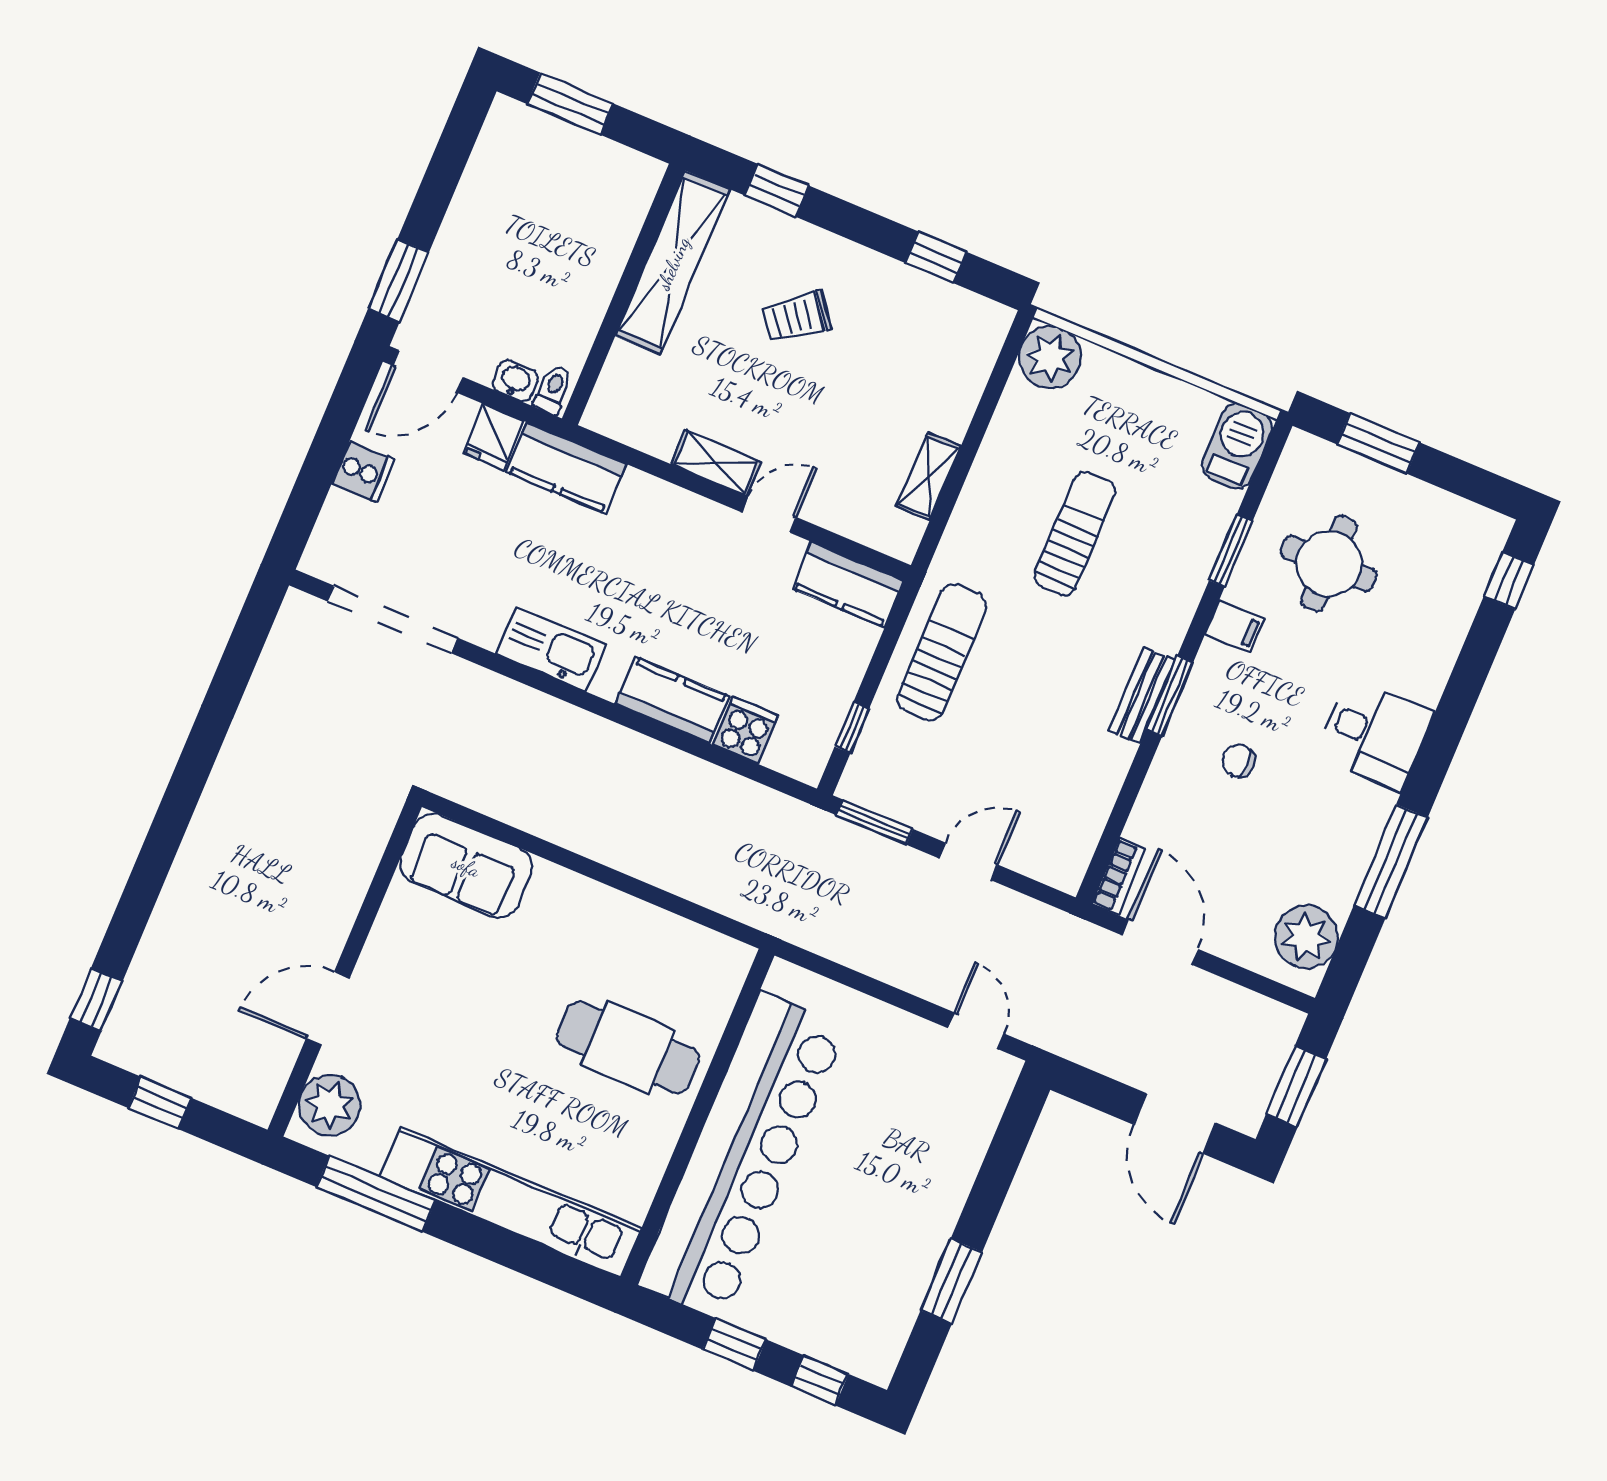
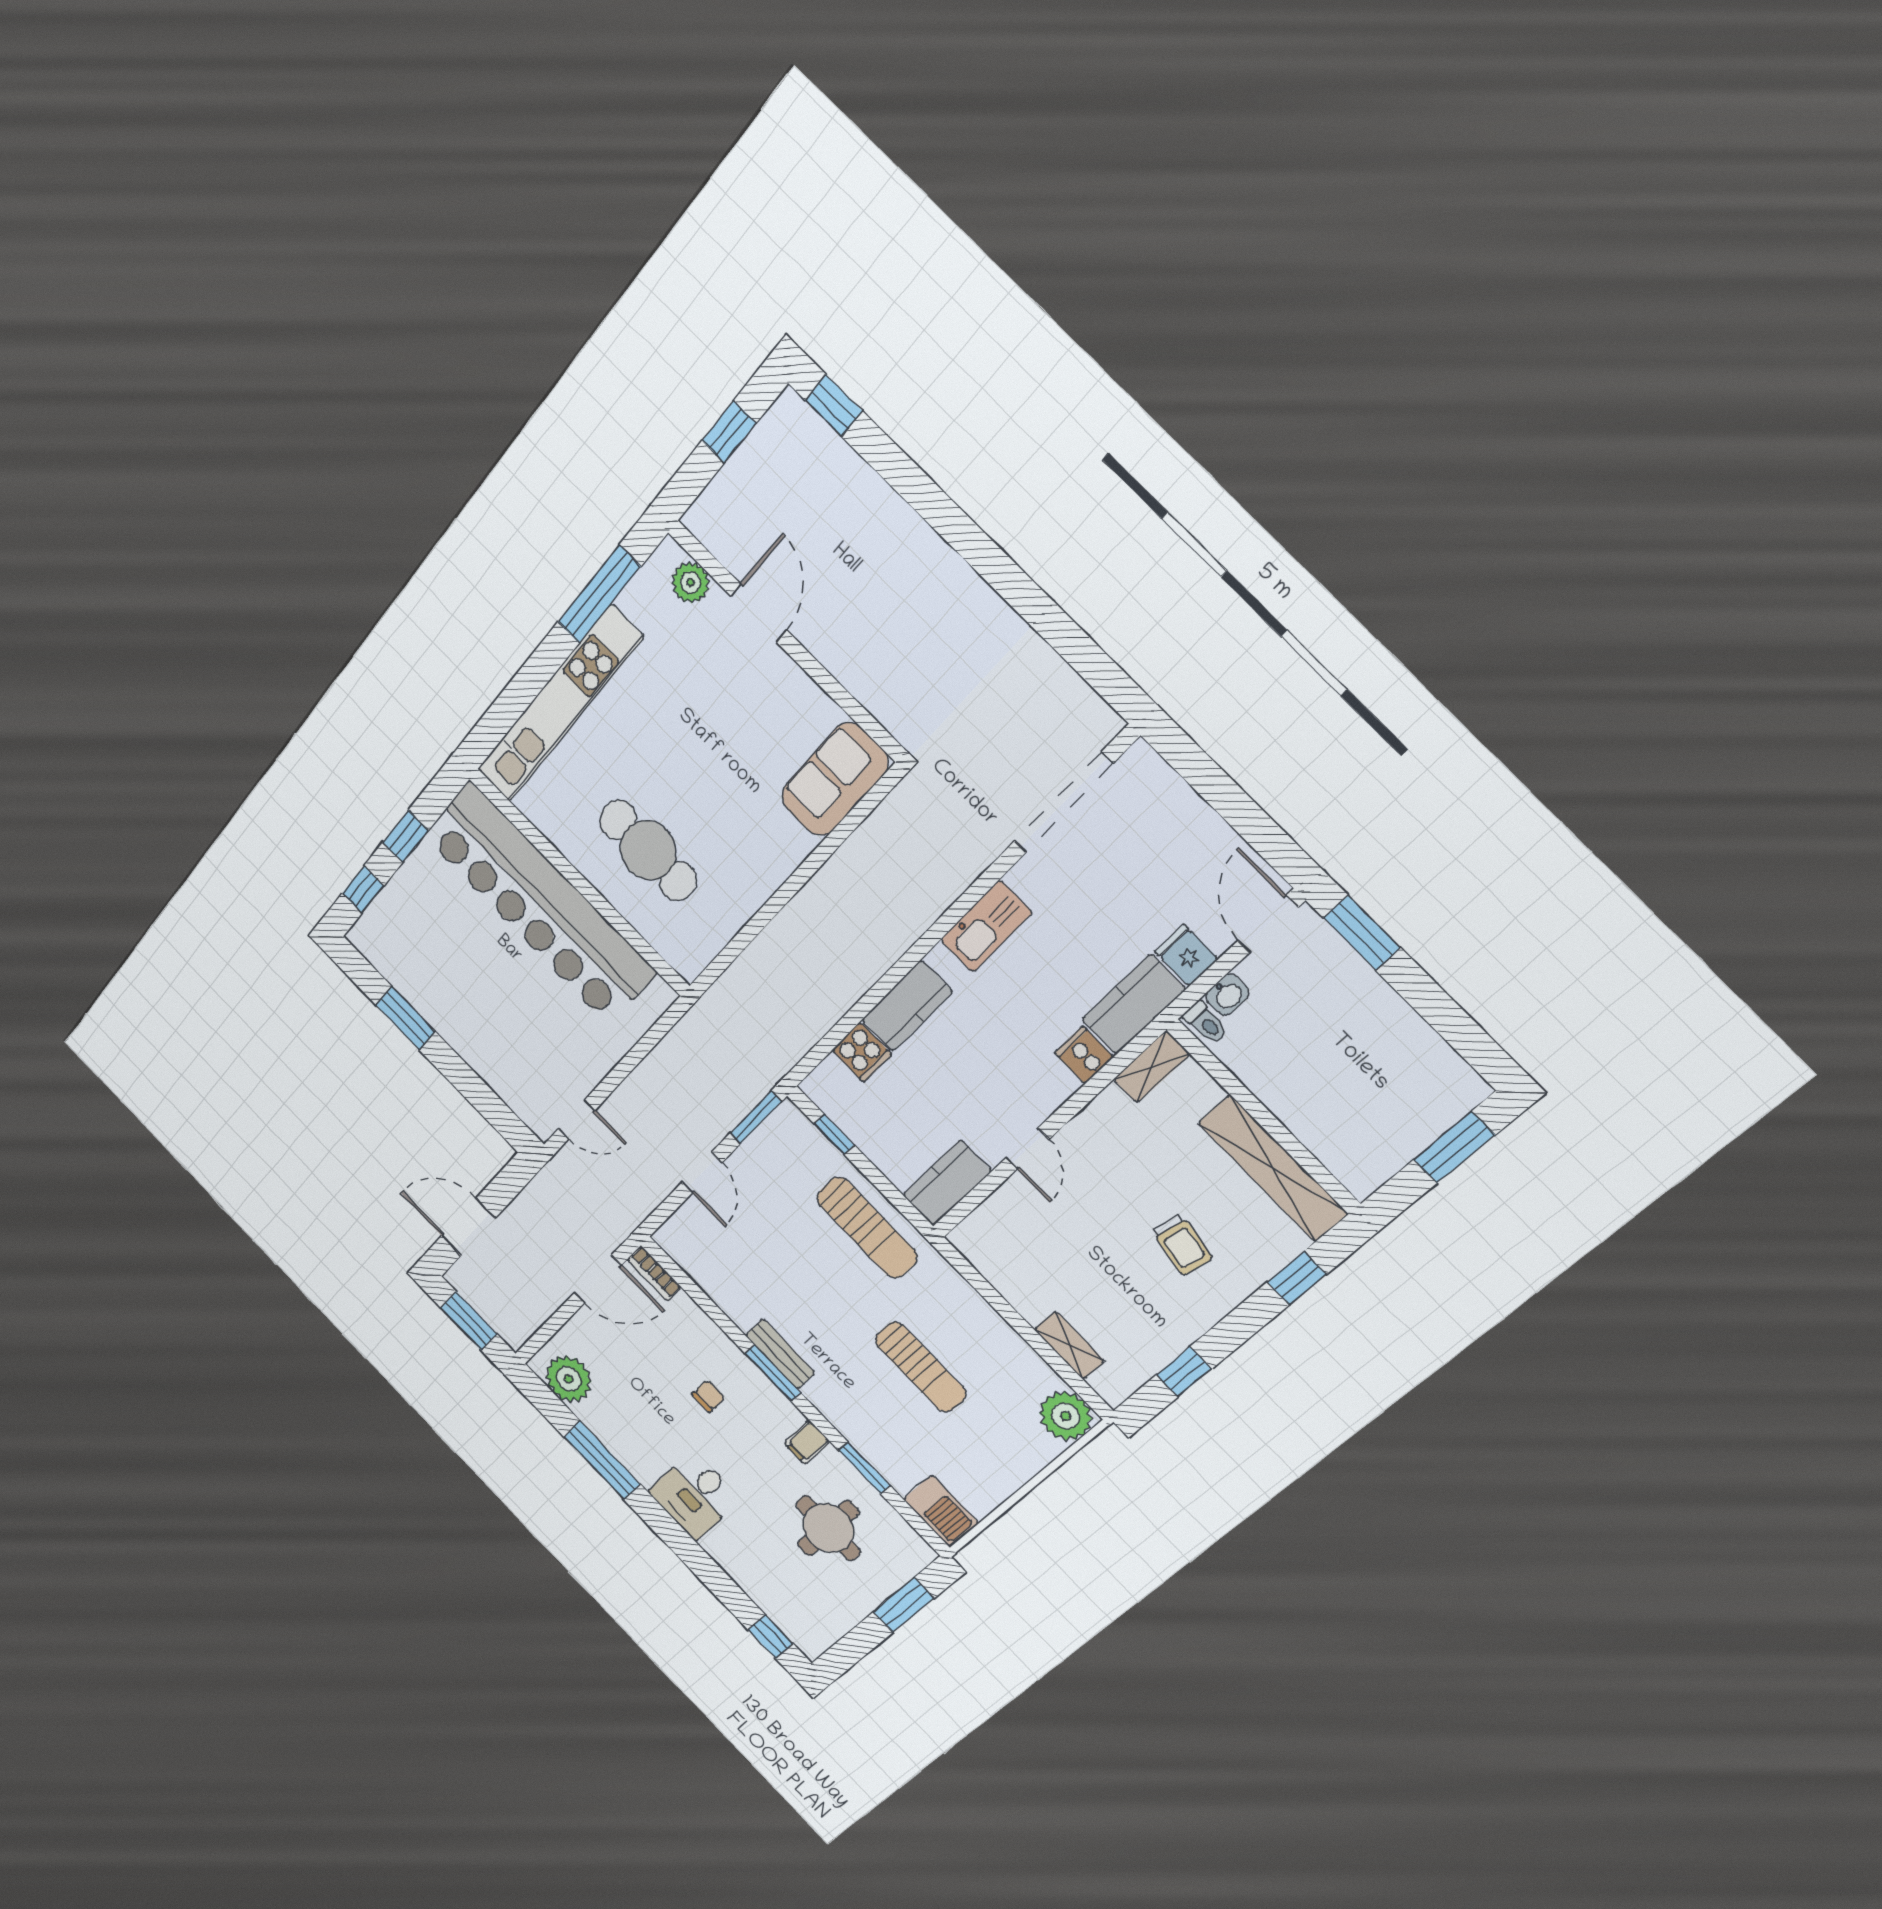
trolley: (797, 317) -> (1182, 1244), turned 137
shelving: (716, 463) -> (1152, 1067), moved
cooker: (363, 471) -> (1084, 1055), moved, turned 90
shelving: (929, 476) -> (1069, 1345), moved
cafe table: (628, 1048) -> (648, 850), turned 90
plant: (329, 1105) -> (690, 583), width x0.73, depth x0.73

